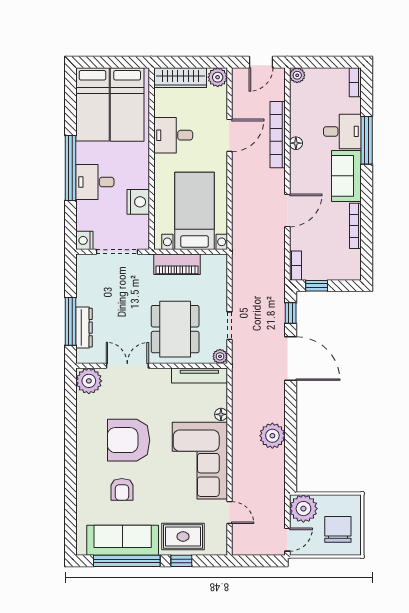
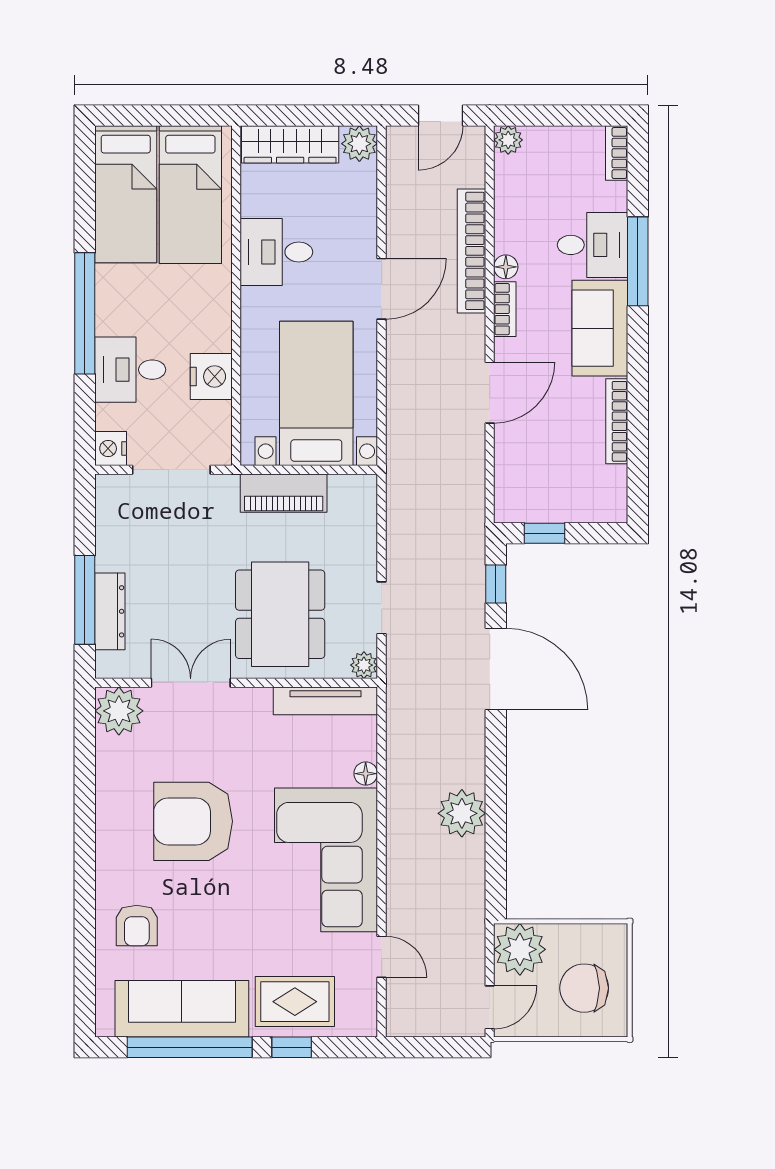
door: (229, 135) -> (382, 289), moved
desk: (95, 182) -> (130, 370), moved
bookcase: (295, 266) -> (505, 309), moved
armchair: (122, 489) -> (137, 926), moved
chair: (338, 529) -> (584, 988), turned -90

